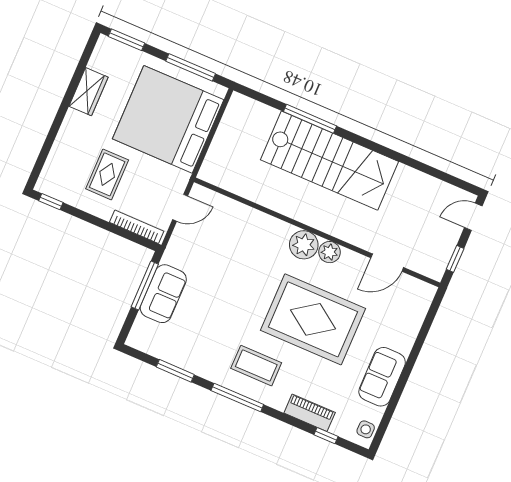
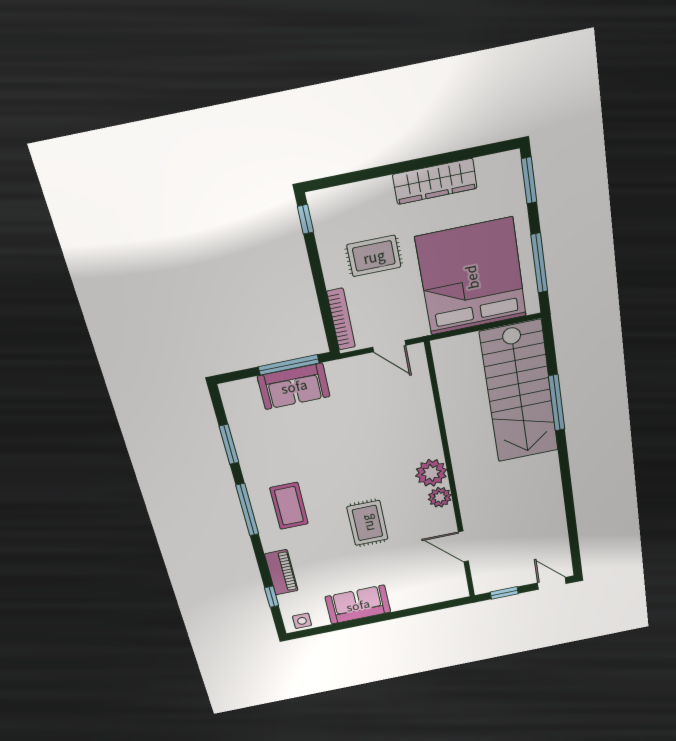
wardrobe: (88, 92) -> (435, 181), width x1.50
stairs: (329, 161) -> (519, 392), moved
rug: (313, 319) -> (367, 523), width x0.54, depth x0.49

